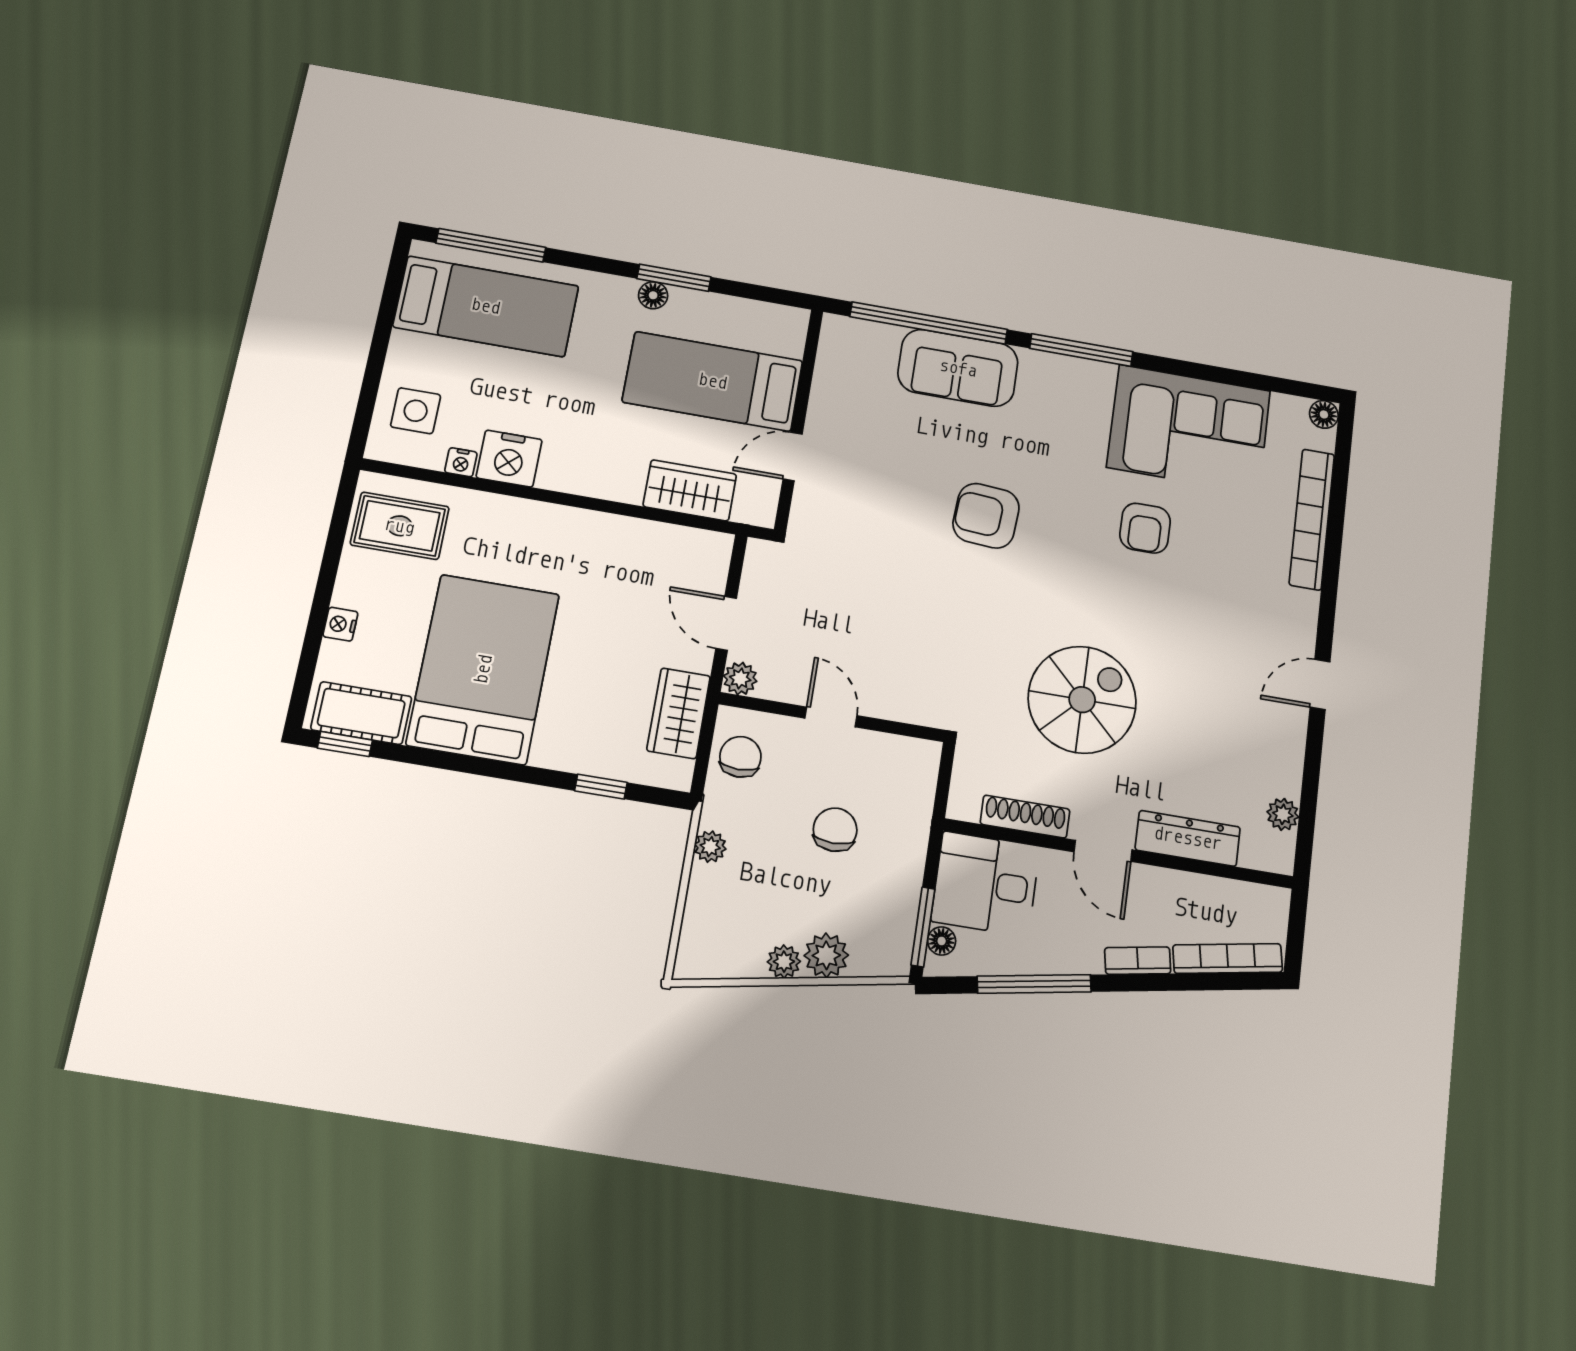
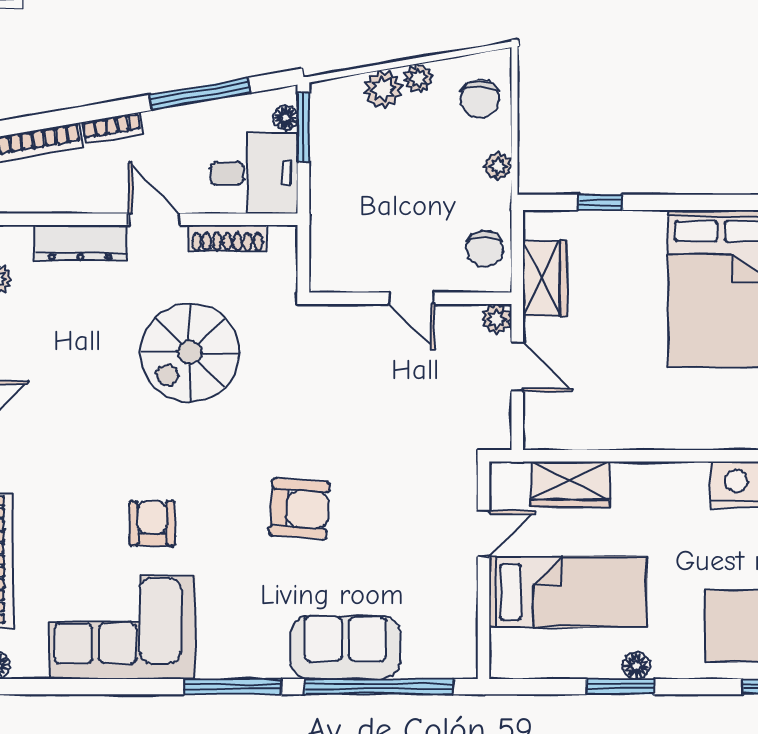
chair: (835, 830) -> (480, 99), moved

